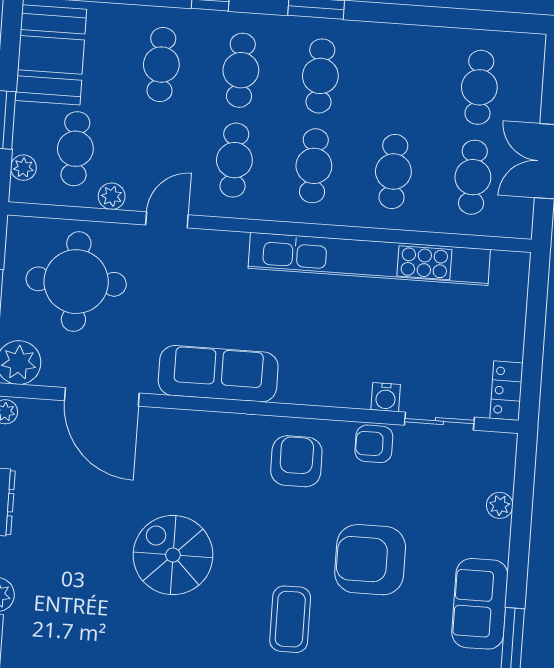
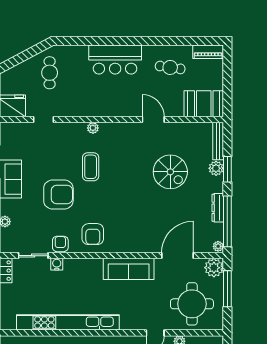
door: (102, 397) -> (178, 256), hinge flipped
armchair: (374, 444) -> (60, 244), turned -90
spiral stairs: (173, 555) -> (170, 172), moved

